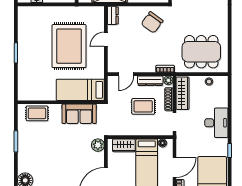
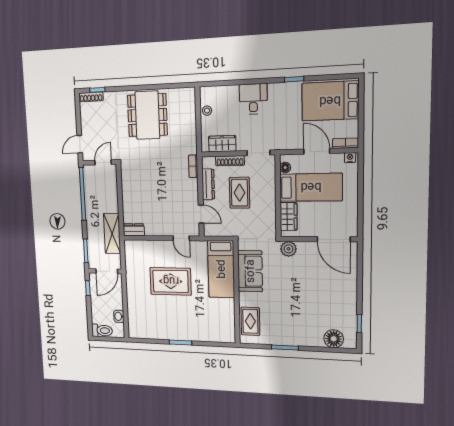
chair: (152, 22) -> (140, 183), removed
door: (106, 39) -> (181, 238), moved
rug: (69, 46) -> (171, 281), width x0.73, depth x0.69
dining table: (201, 52) -> (147, 115), moved
plant: (168, 80) -> (207, 162), removed
wardrobe: (183, 93) -> (222, 144), width x0.67
desk: (216, 123) -> (253, 99), width x0.73

